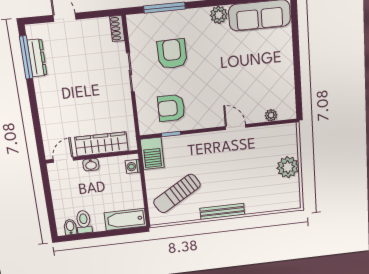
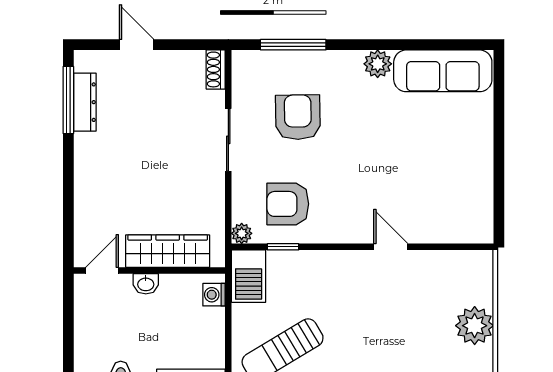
plant: (271, 115) -> (242, 233), moved

